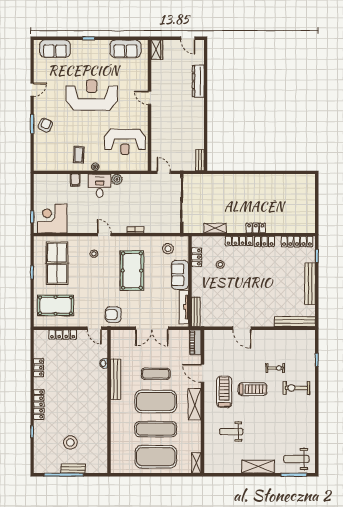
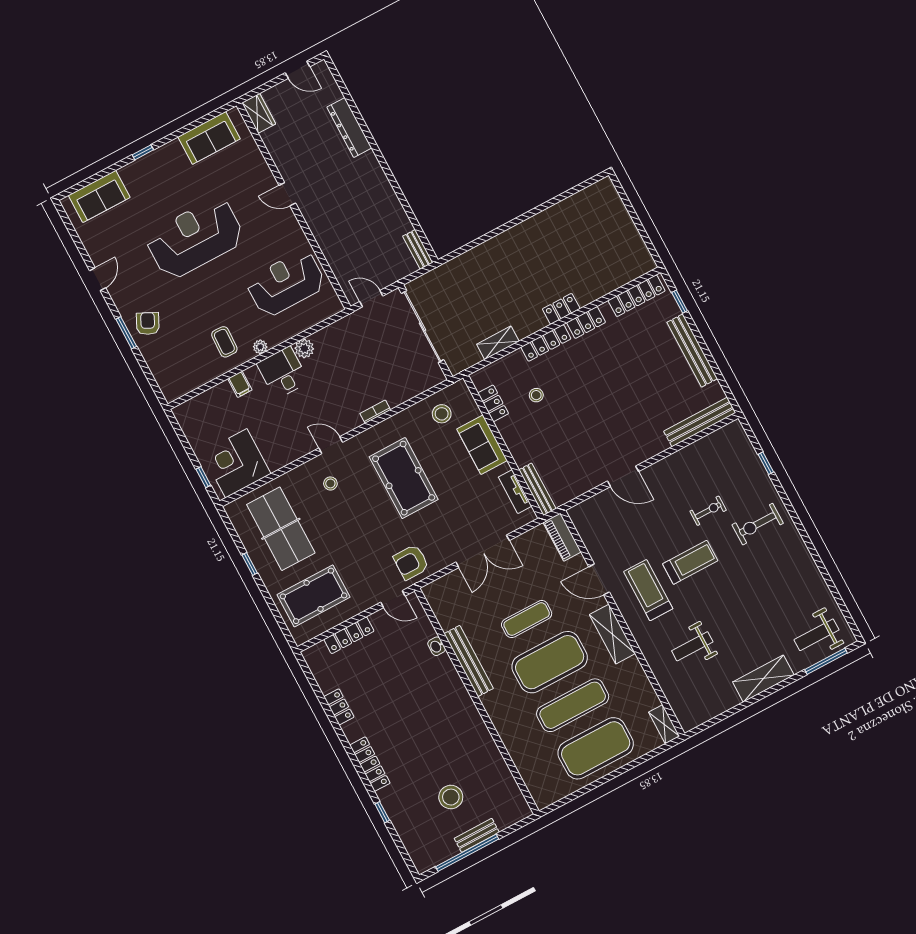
reception desk: (125, 142) -> (286, 283), turned 180
tv unit: (184, 307) -> (515, 492), width x0.71

